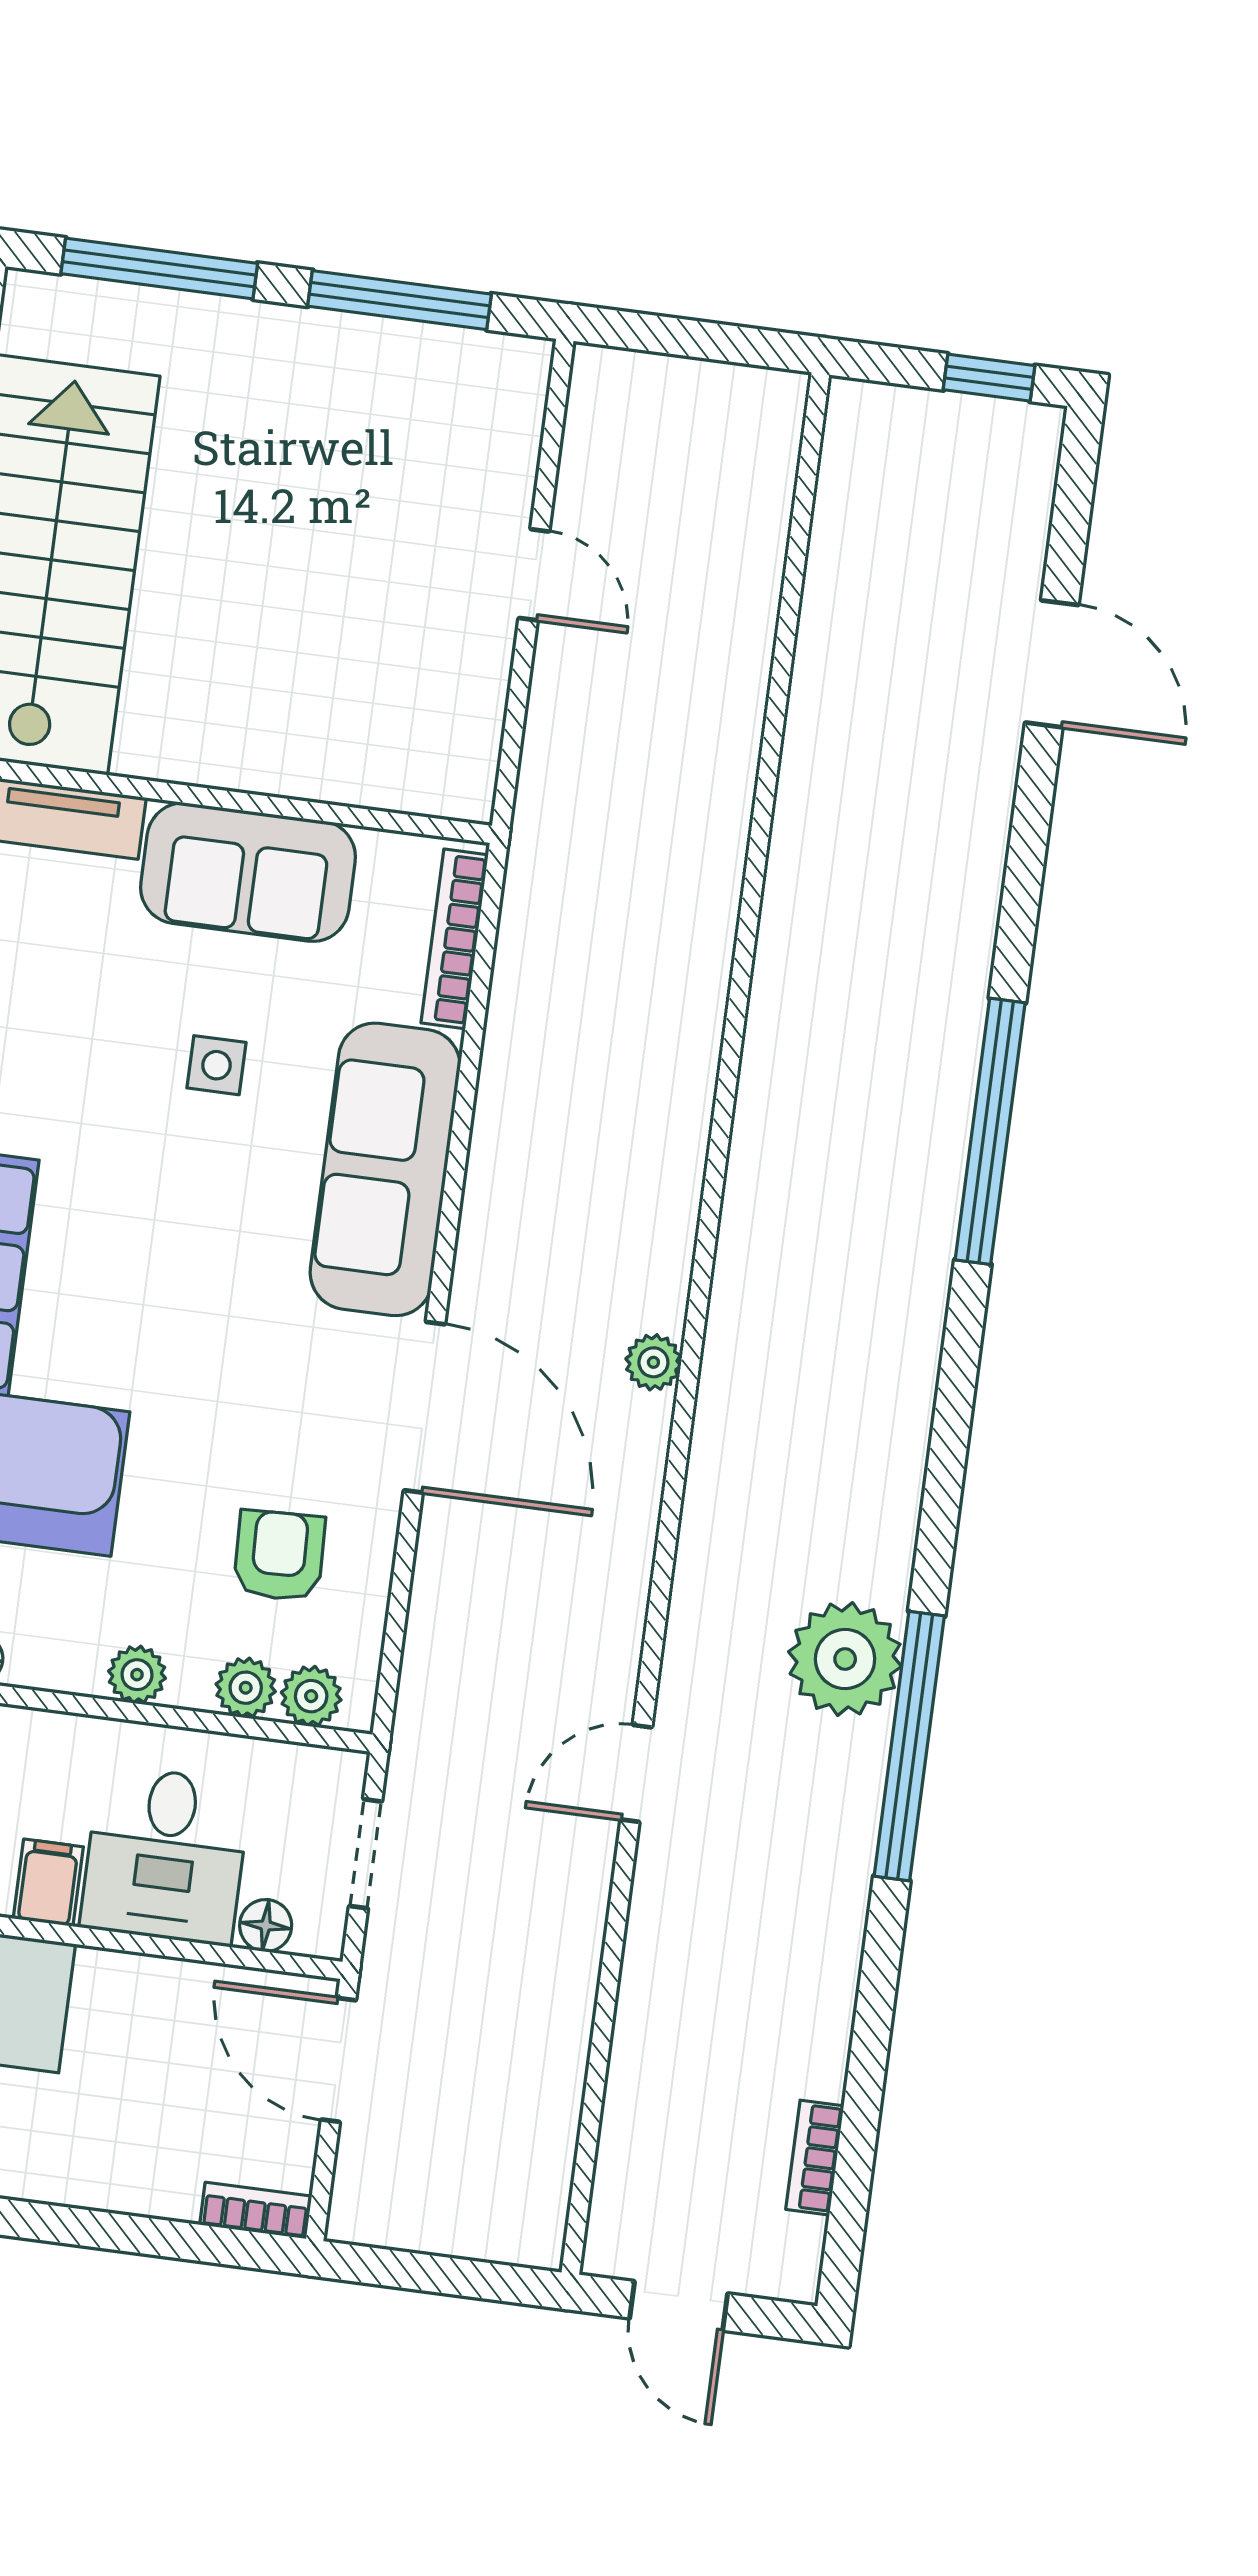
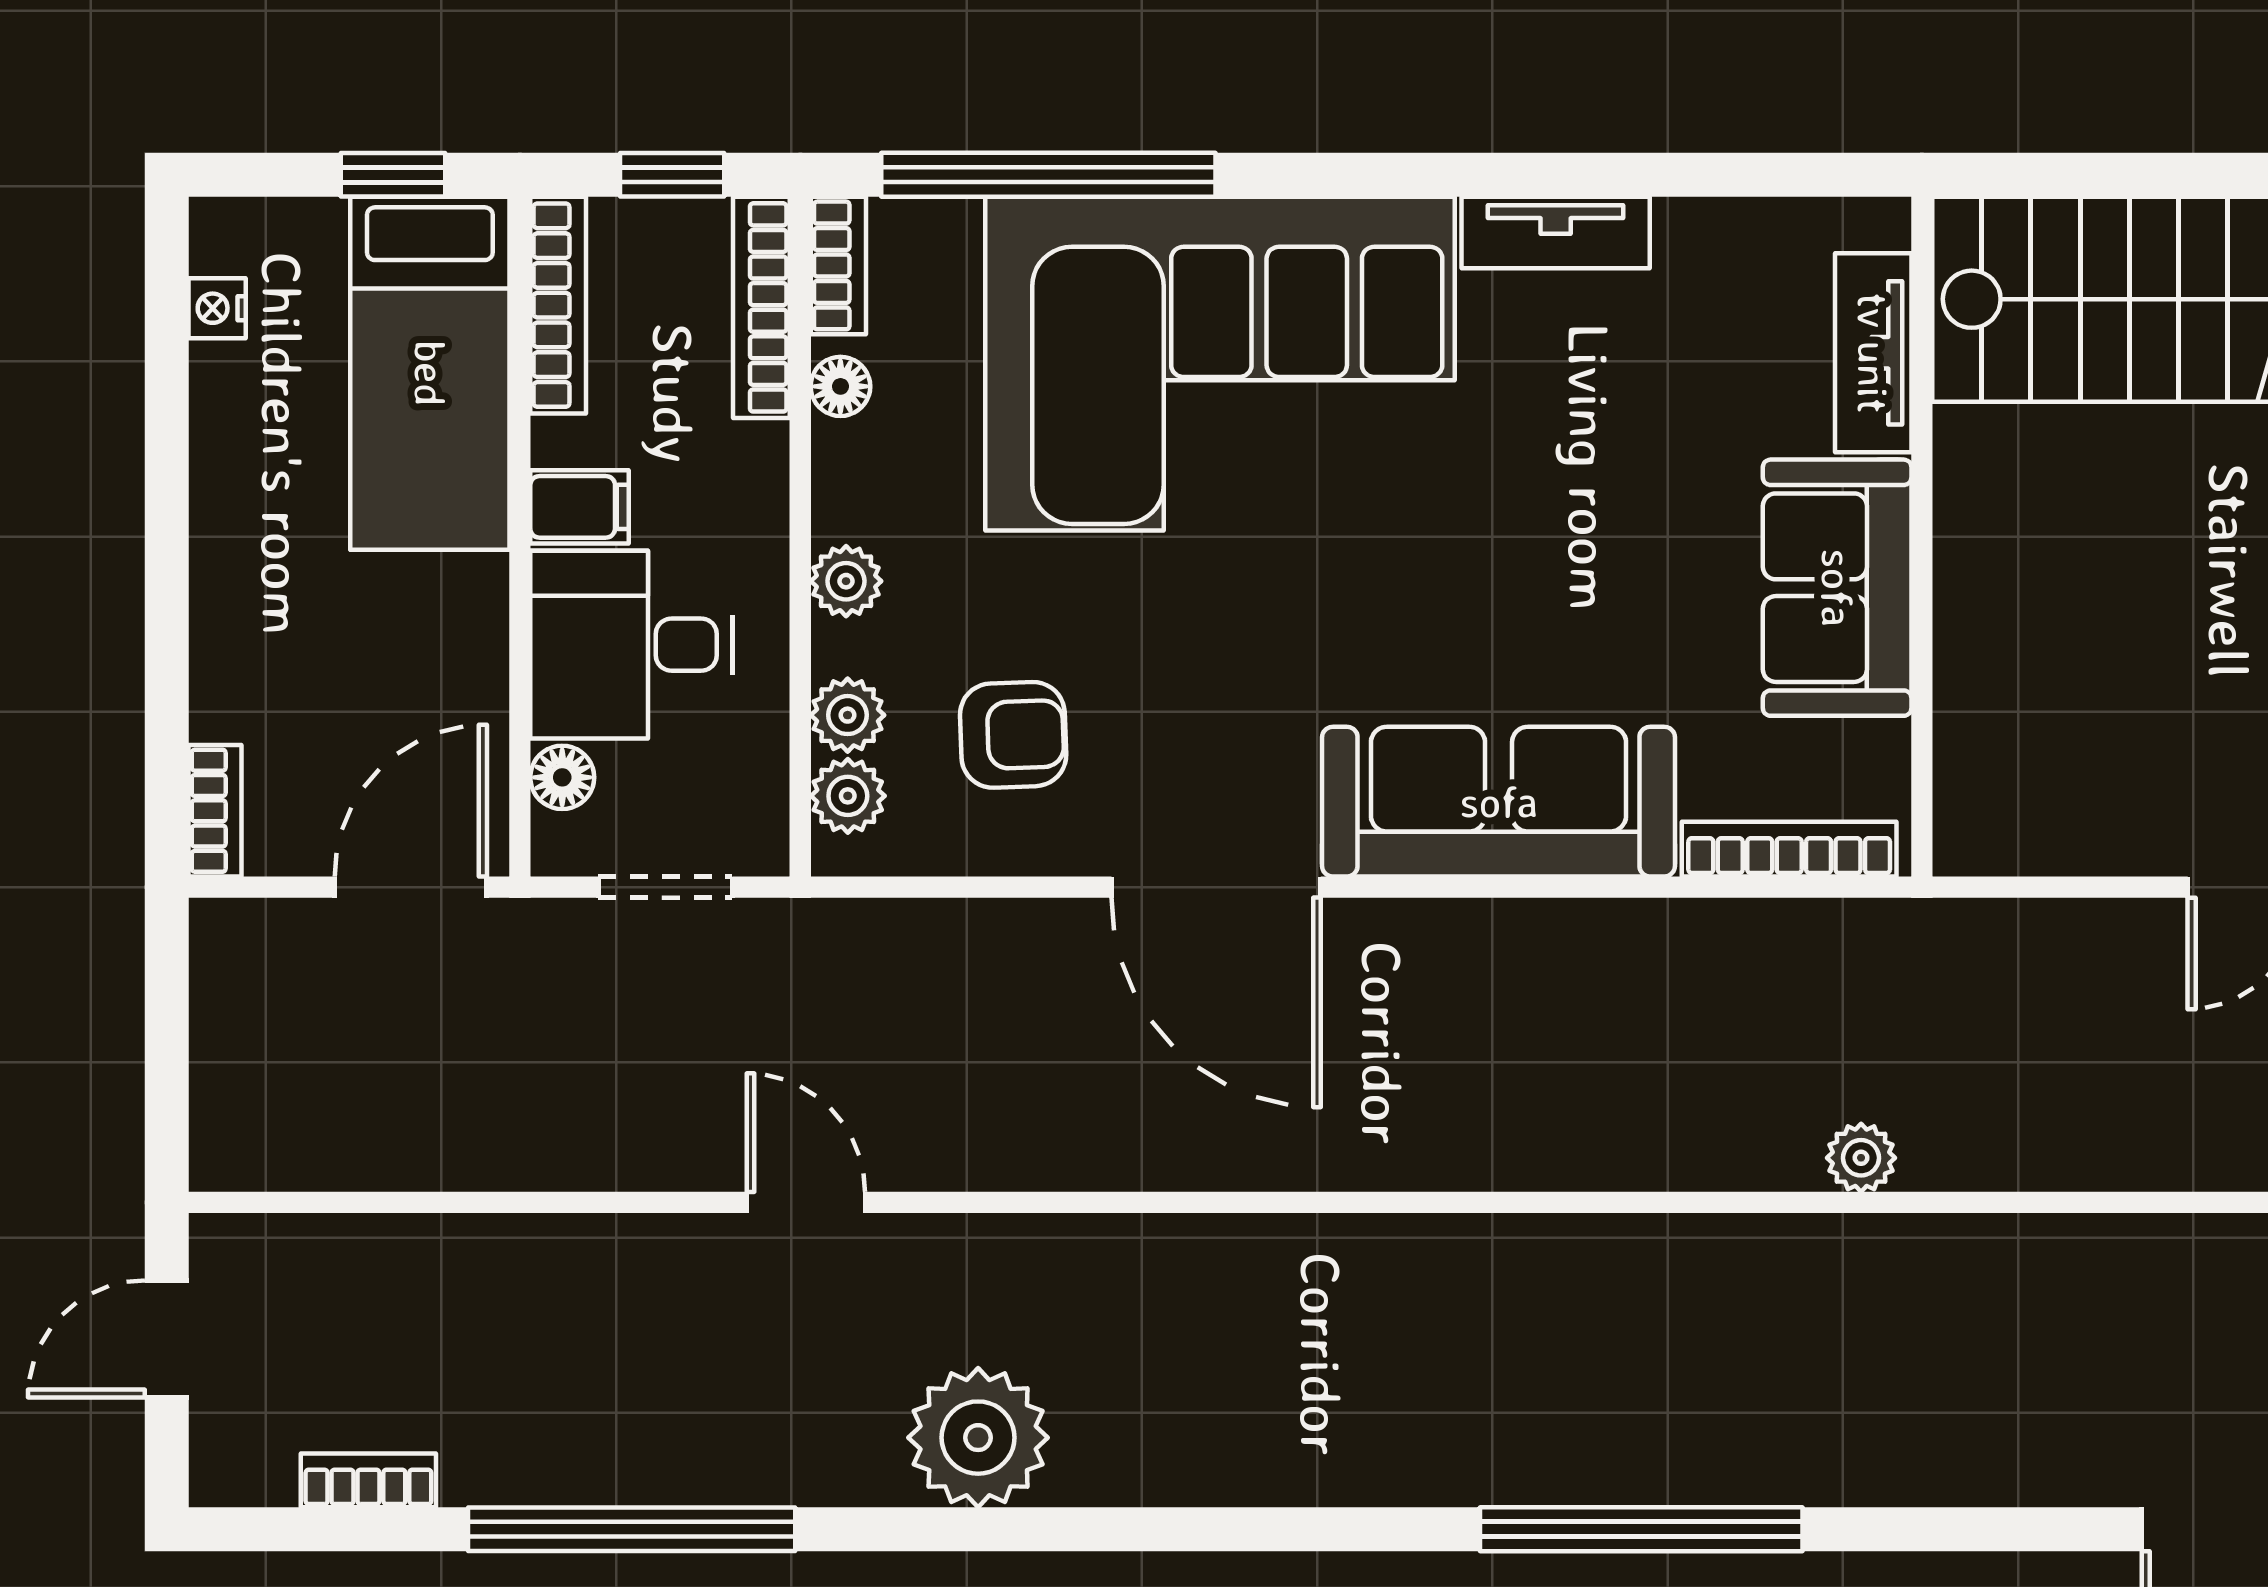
side table: (217, 1065) -> (1598, 580), removed
plant: (653, 1362) -> (1861, 1158), moved
door: (424, 1407) -> (1216, 887), hinge flipped
window: (909, 1746) -> (632, 1529), moved

